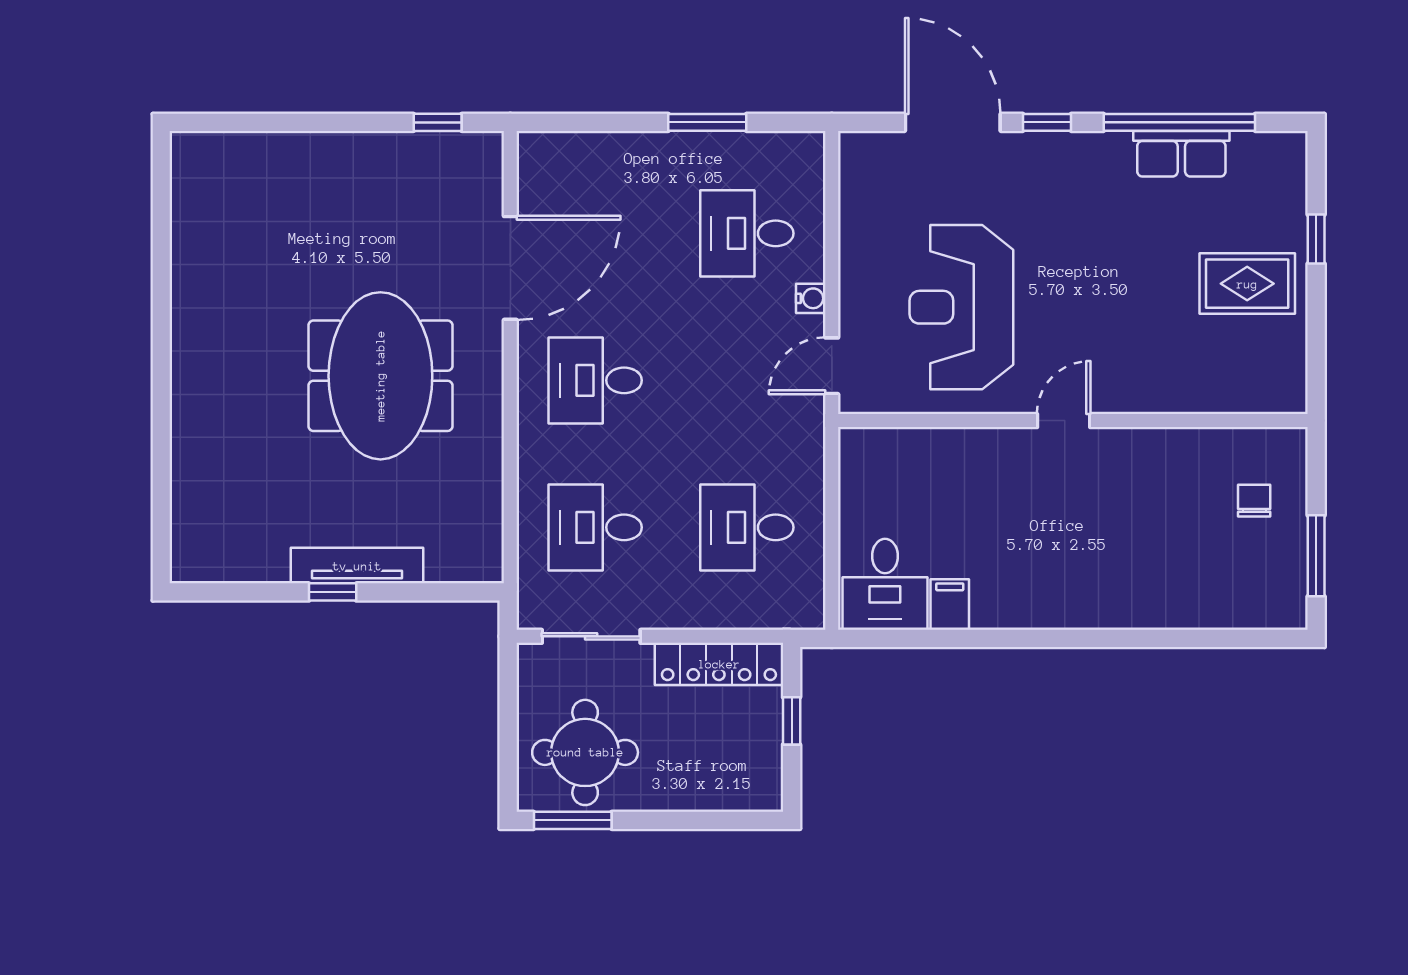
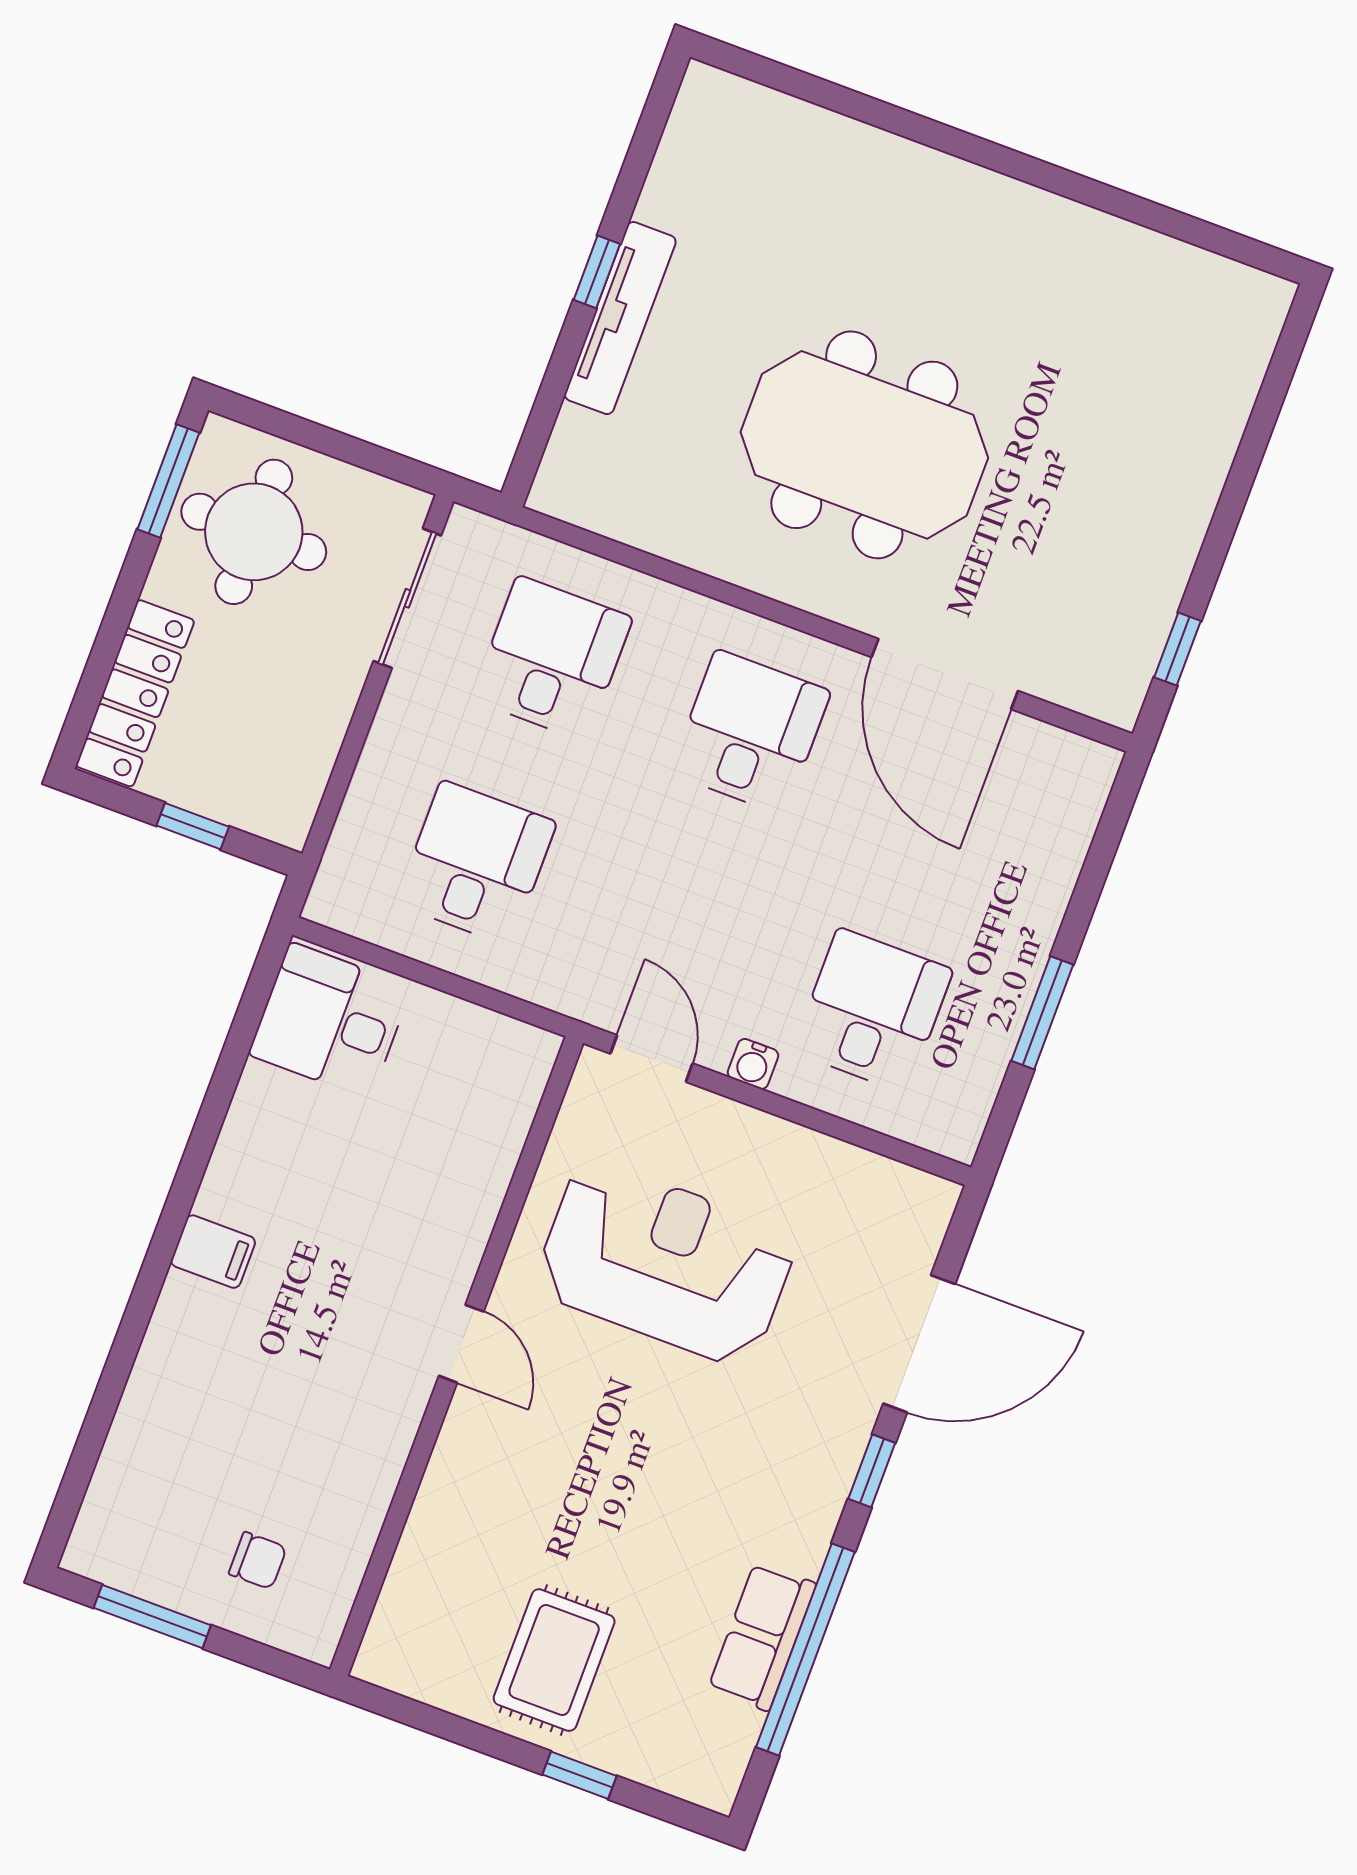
filing cabinet: (950, 605) -> (213, 1252), moved
locker: (719, 664) -> (135, 693), moved, turned 180

